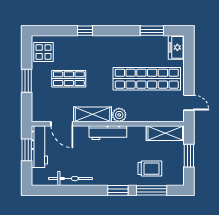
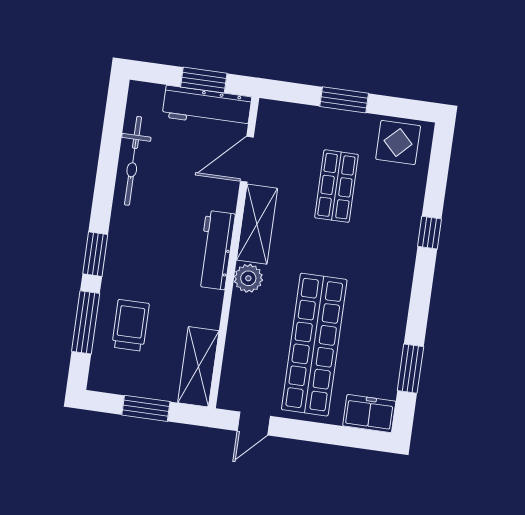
trolley: (150, 169) -> (130, 325), turned 180

